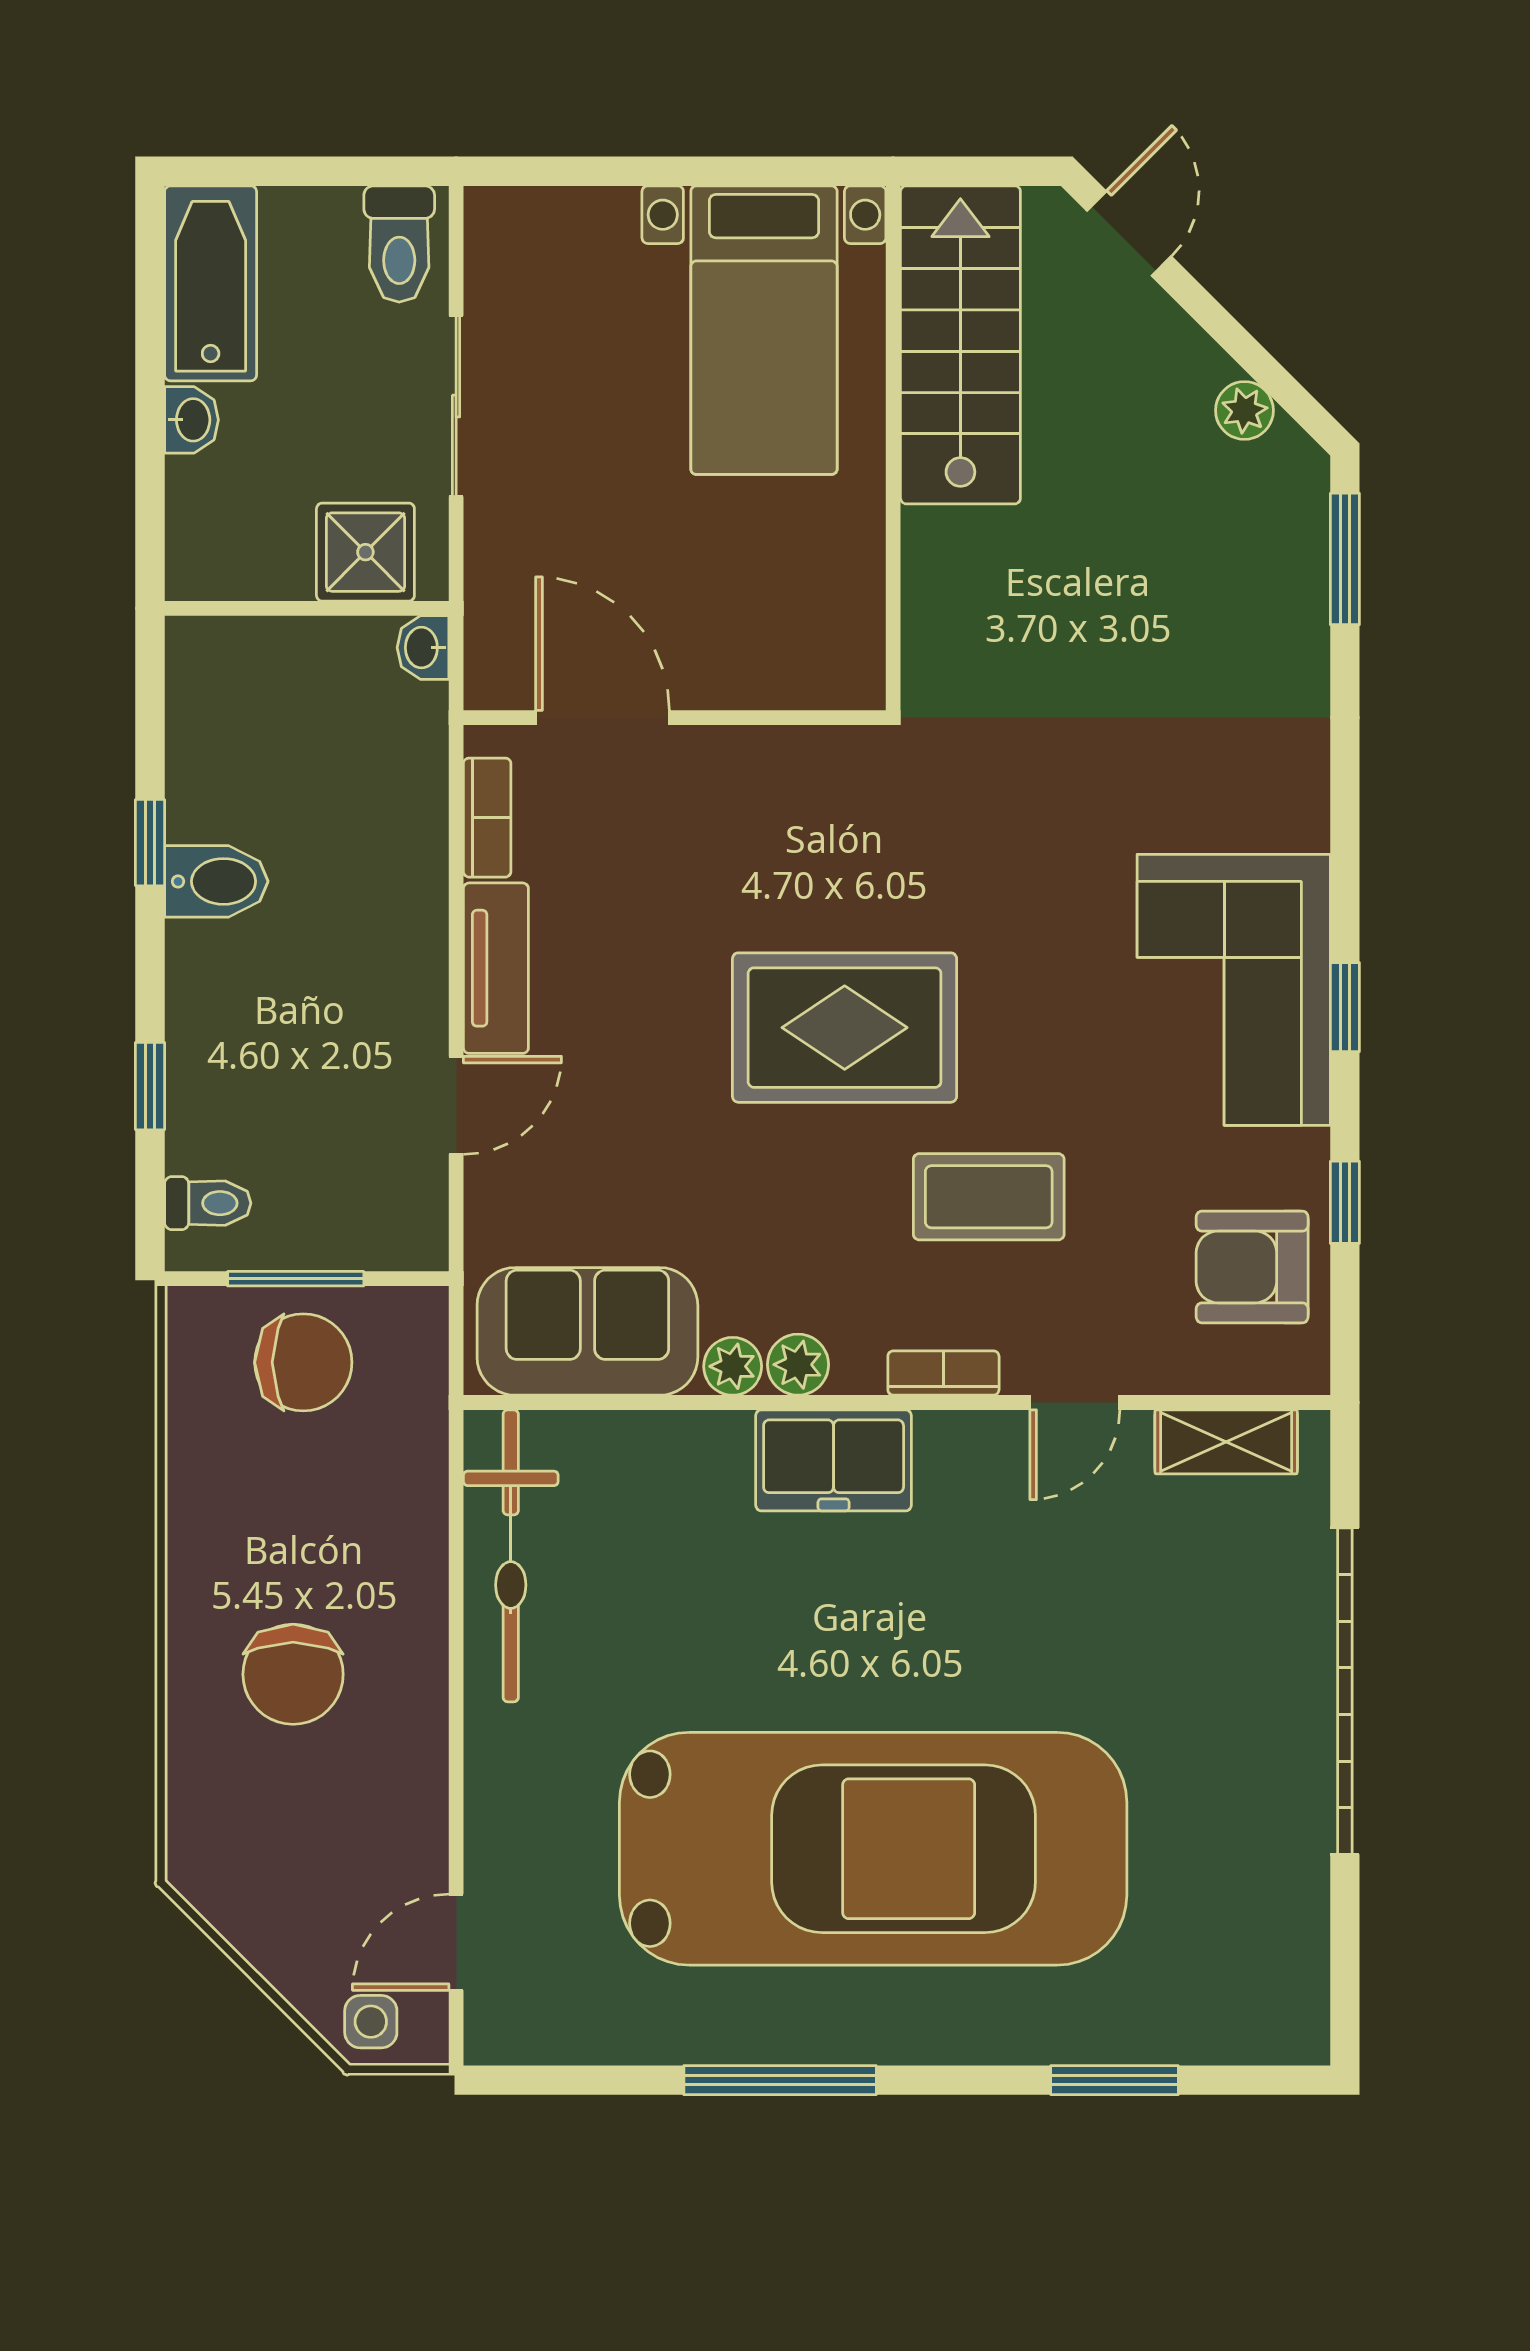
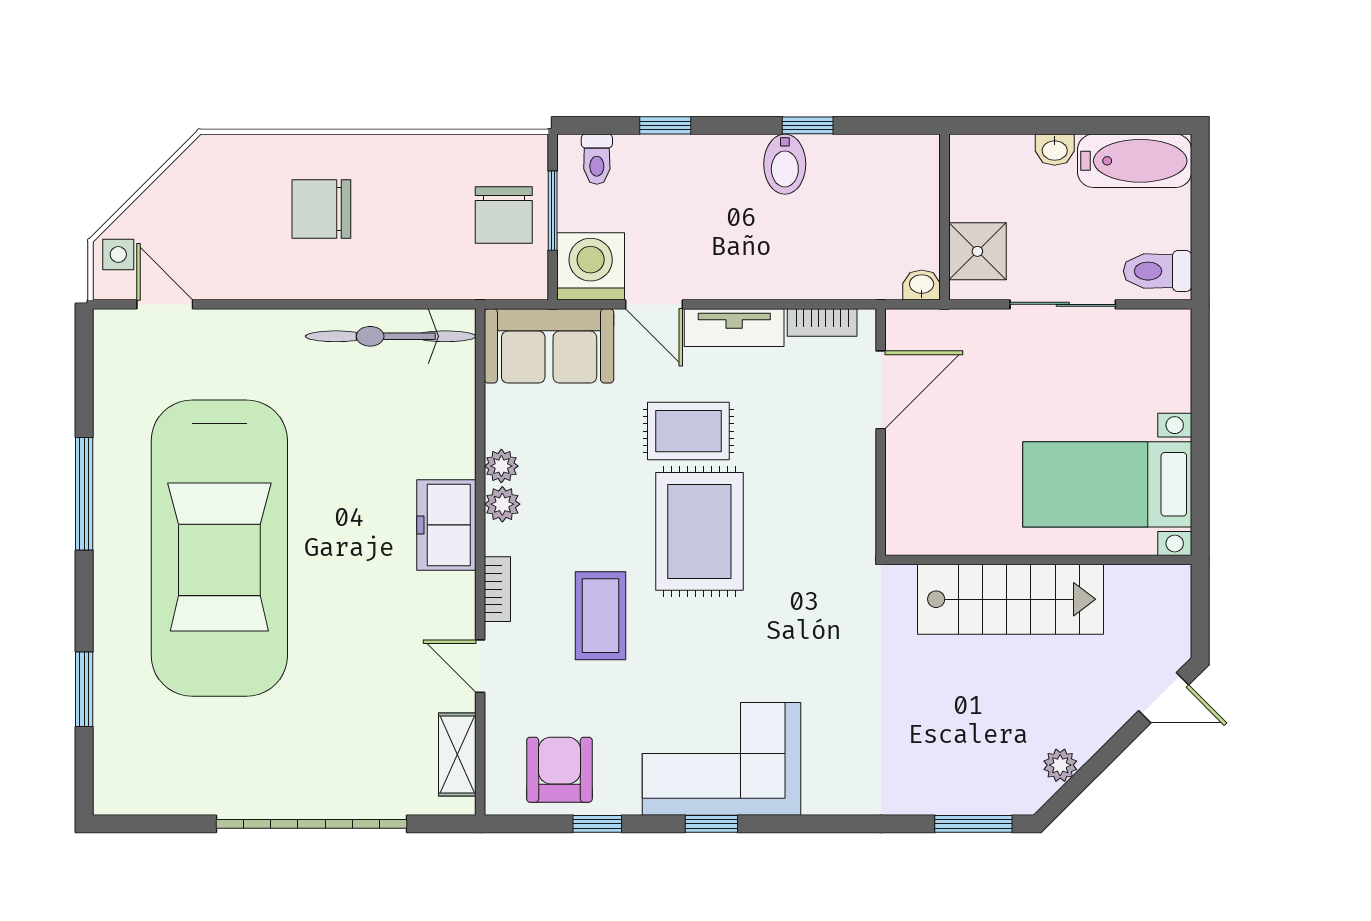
stairs: (960, 345) -> (1010, 599), moved
rug: (673, 1046) -> (688, 431), added
washing machine: (391, 1214) -> (591, 266), added
sofa: (587, 1331) -> (549, 346), moved, turned 90

